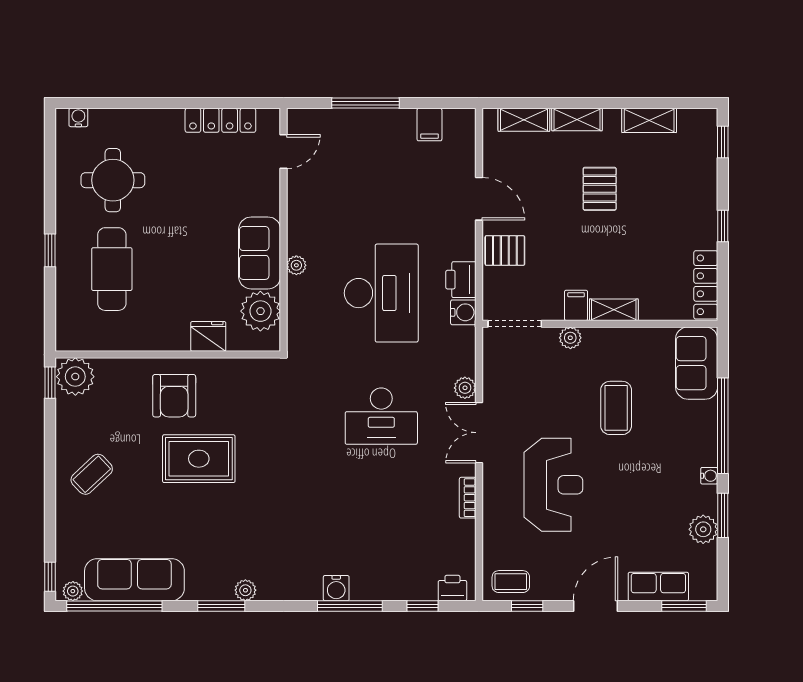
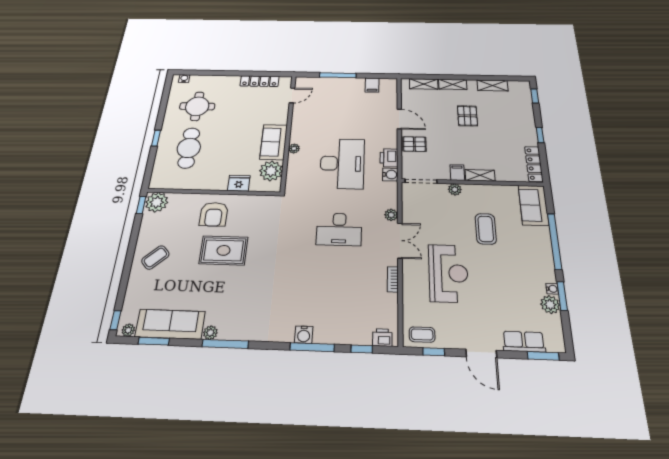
double door: (479, 433) -> (400, 241), swing flipped
water cooler: (709, 476) -> (552, 289), moved
plant: (245, 590) -> (210, 333), moved
window: (114, 606) -> (154, 341), width x0.47
window: (221, 606) -> (225, 344), width x1.44
door: (596, 606) -> (481, 354), swing flipped

